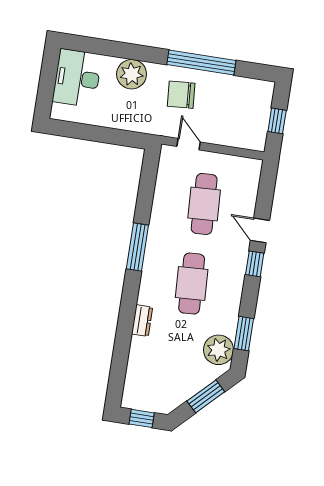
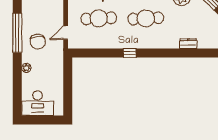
plant: (132, 74) -> (26, 68), width x0.53, depth x0.53
window: (137, 247) -> (130, 53), width x0.46
dresser: (142, 321) -> (188, 44), moved

